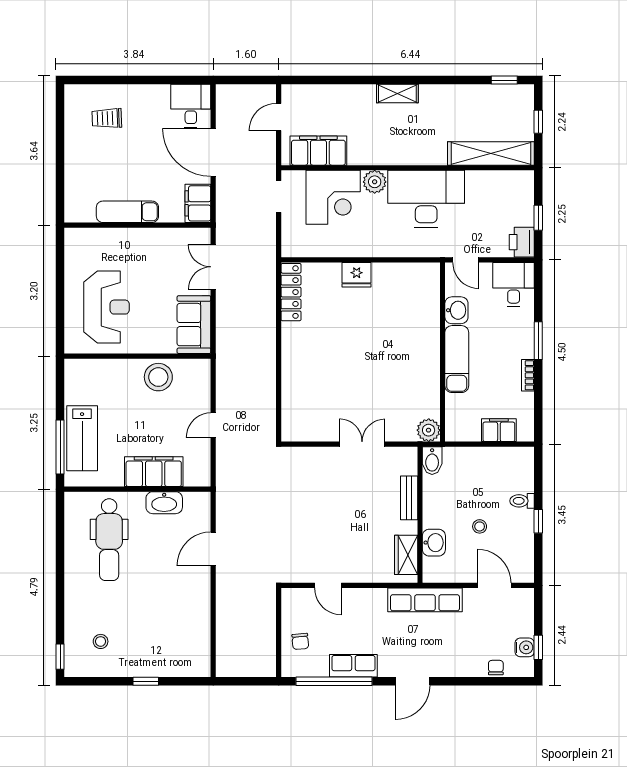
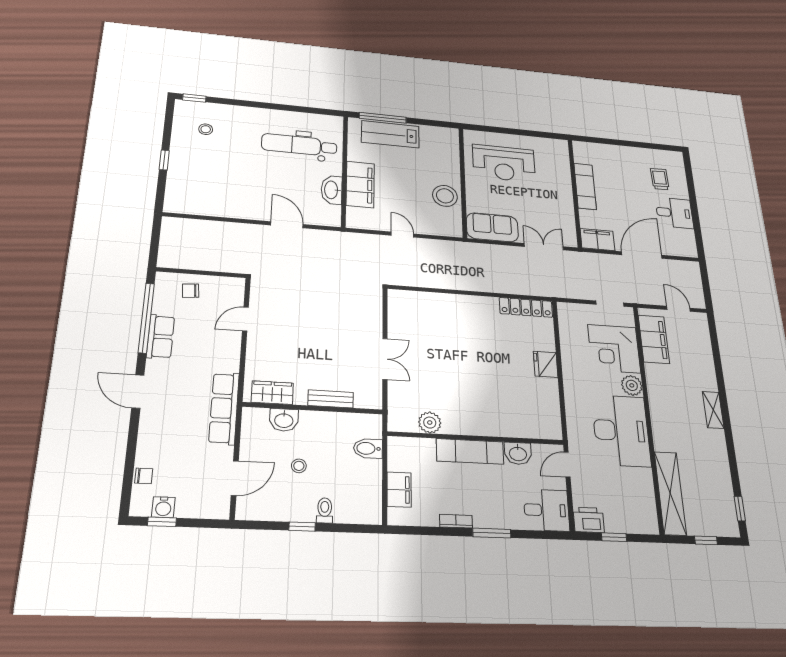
desk: (191, 106) -> (674, 213), moved
plant: (429, 430) -> (430, 423), moved
bidet: (432, 461) -> (368, 448), moved

